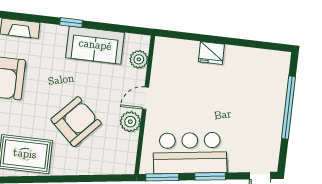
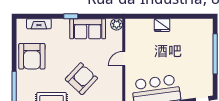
plant: (139, 59) -> (117, 24), moved
plant: (130, 122) -> (116, 75), removed

